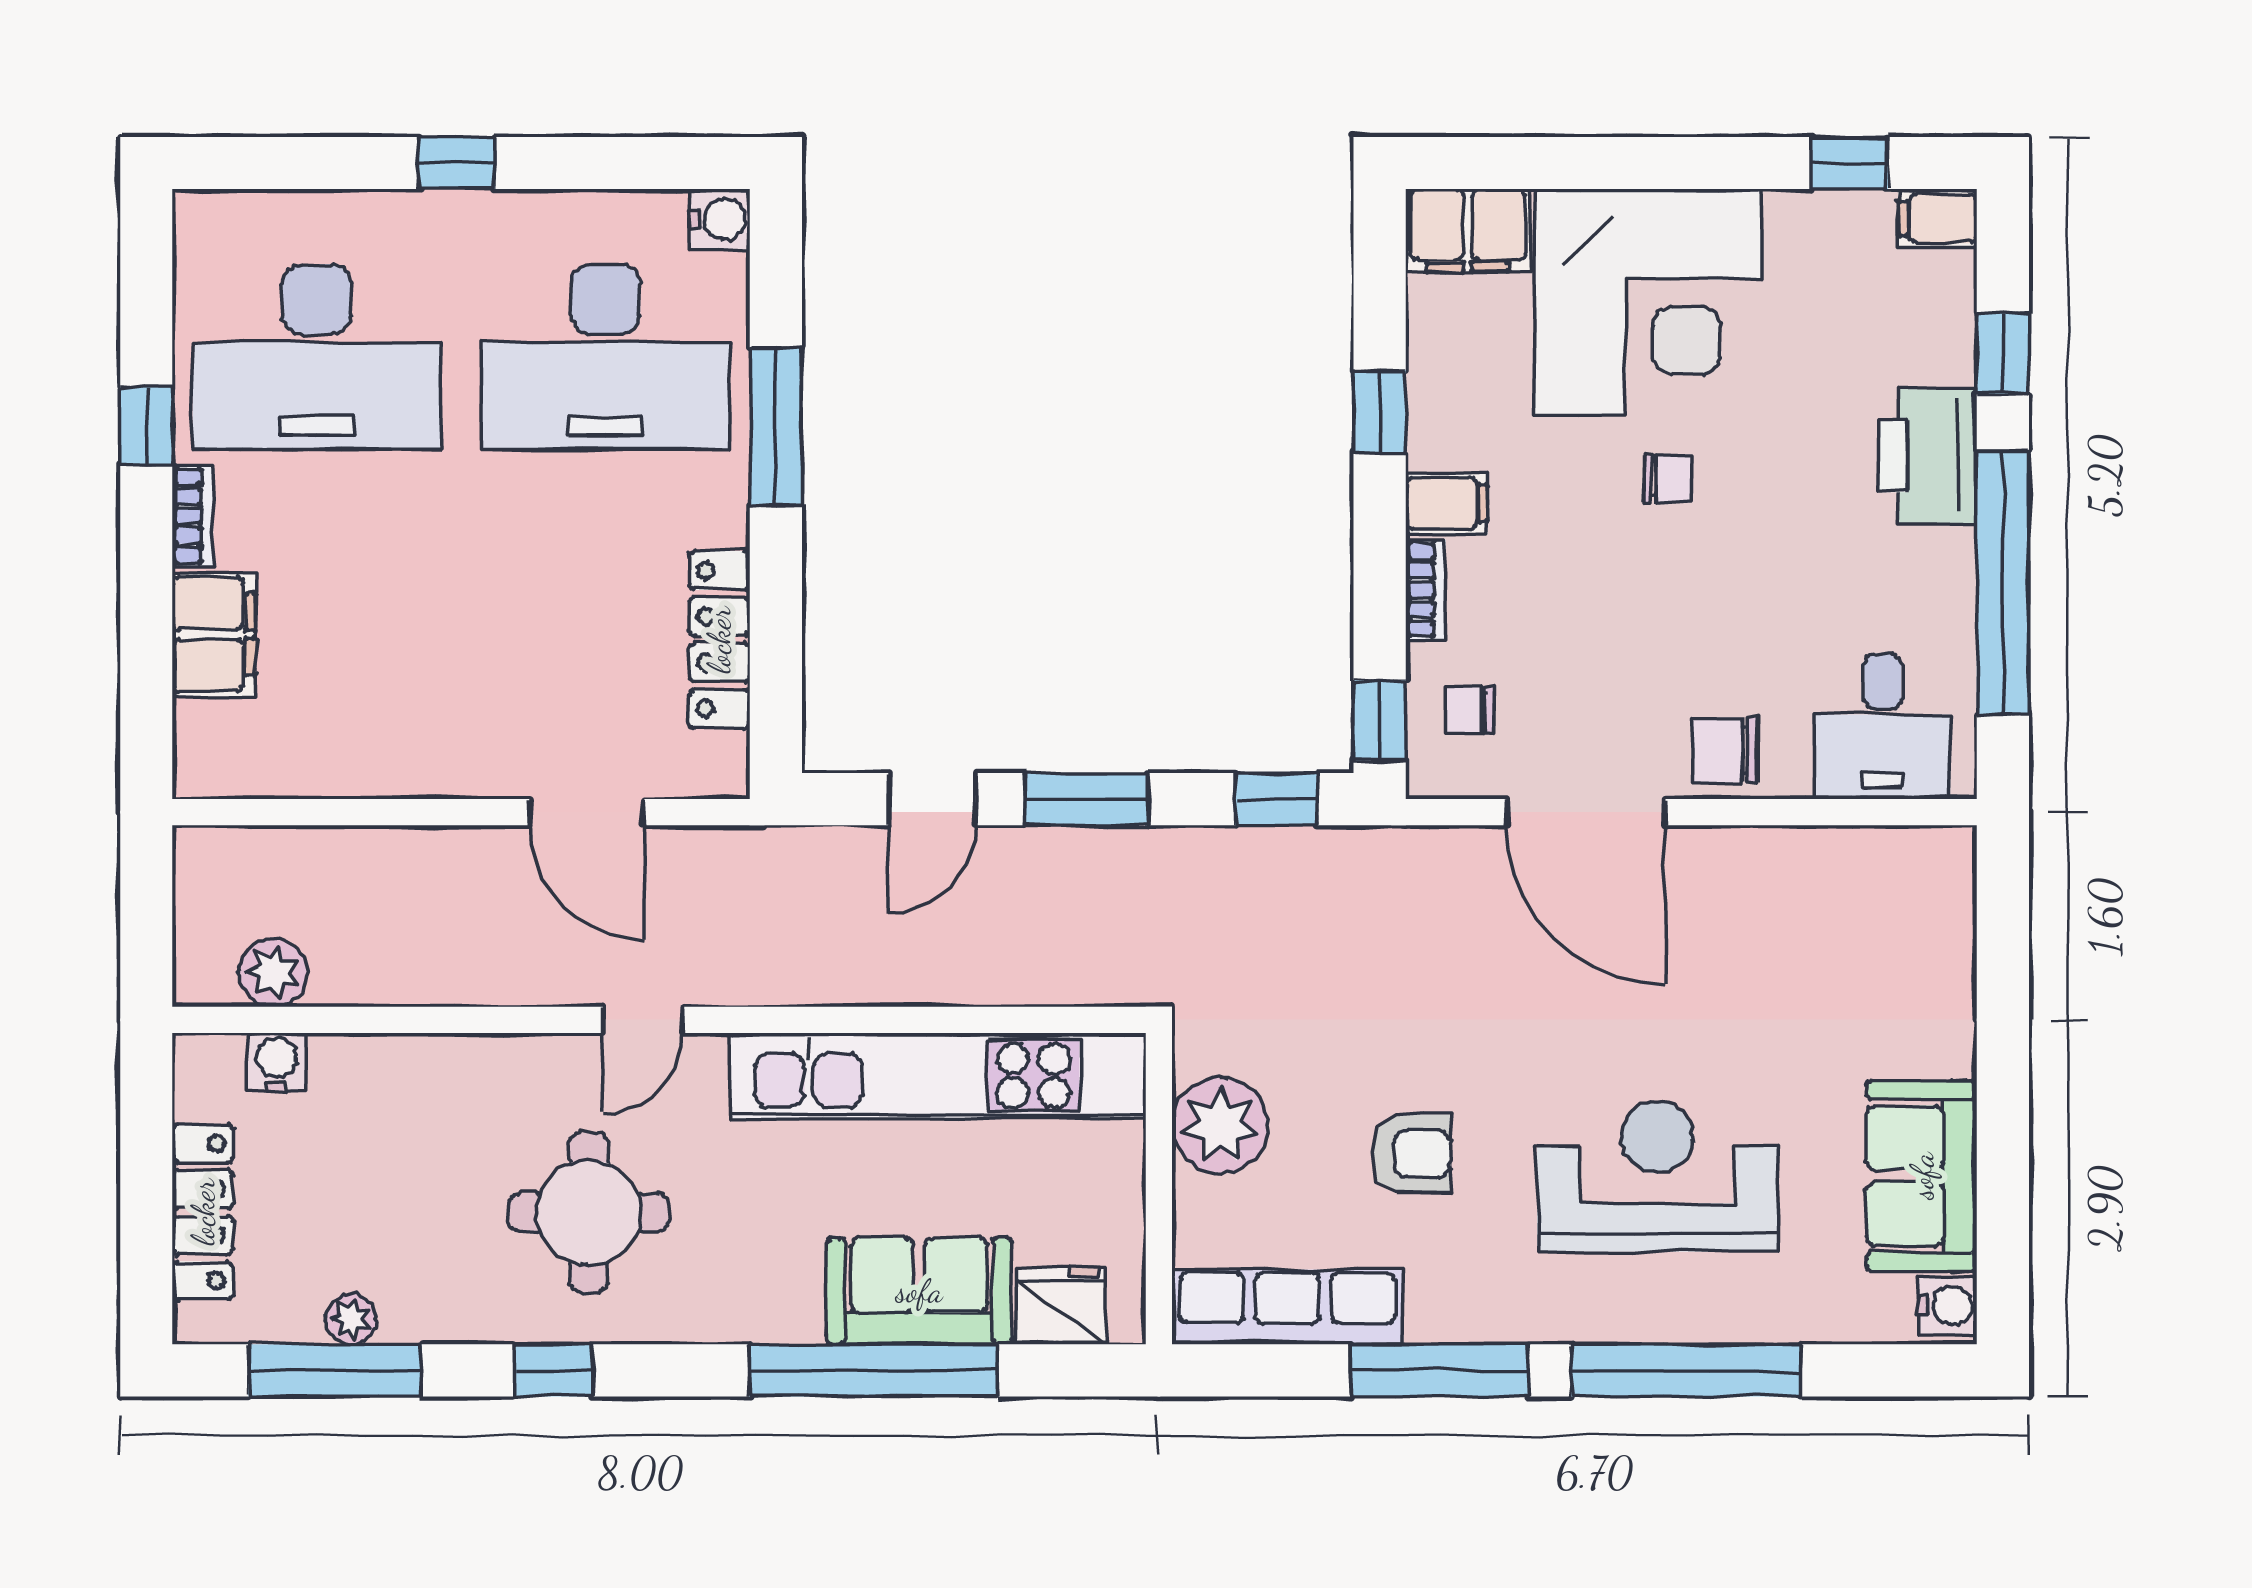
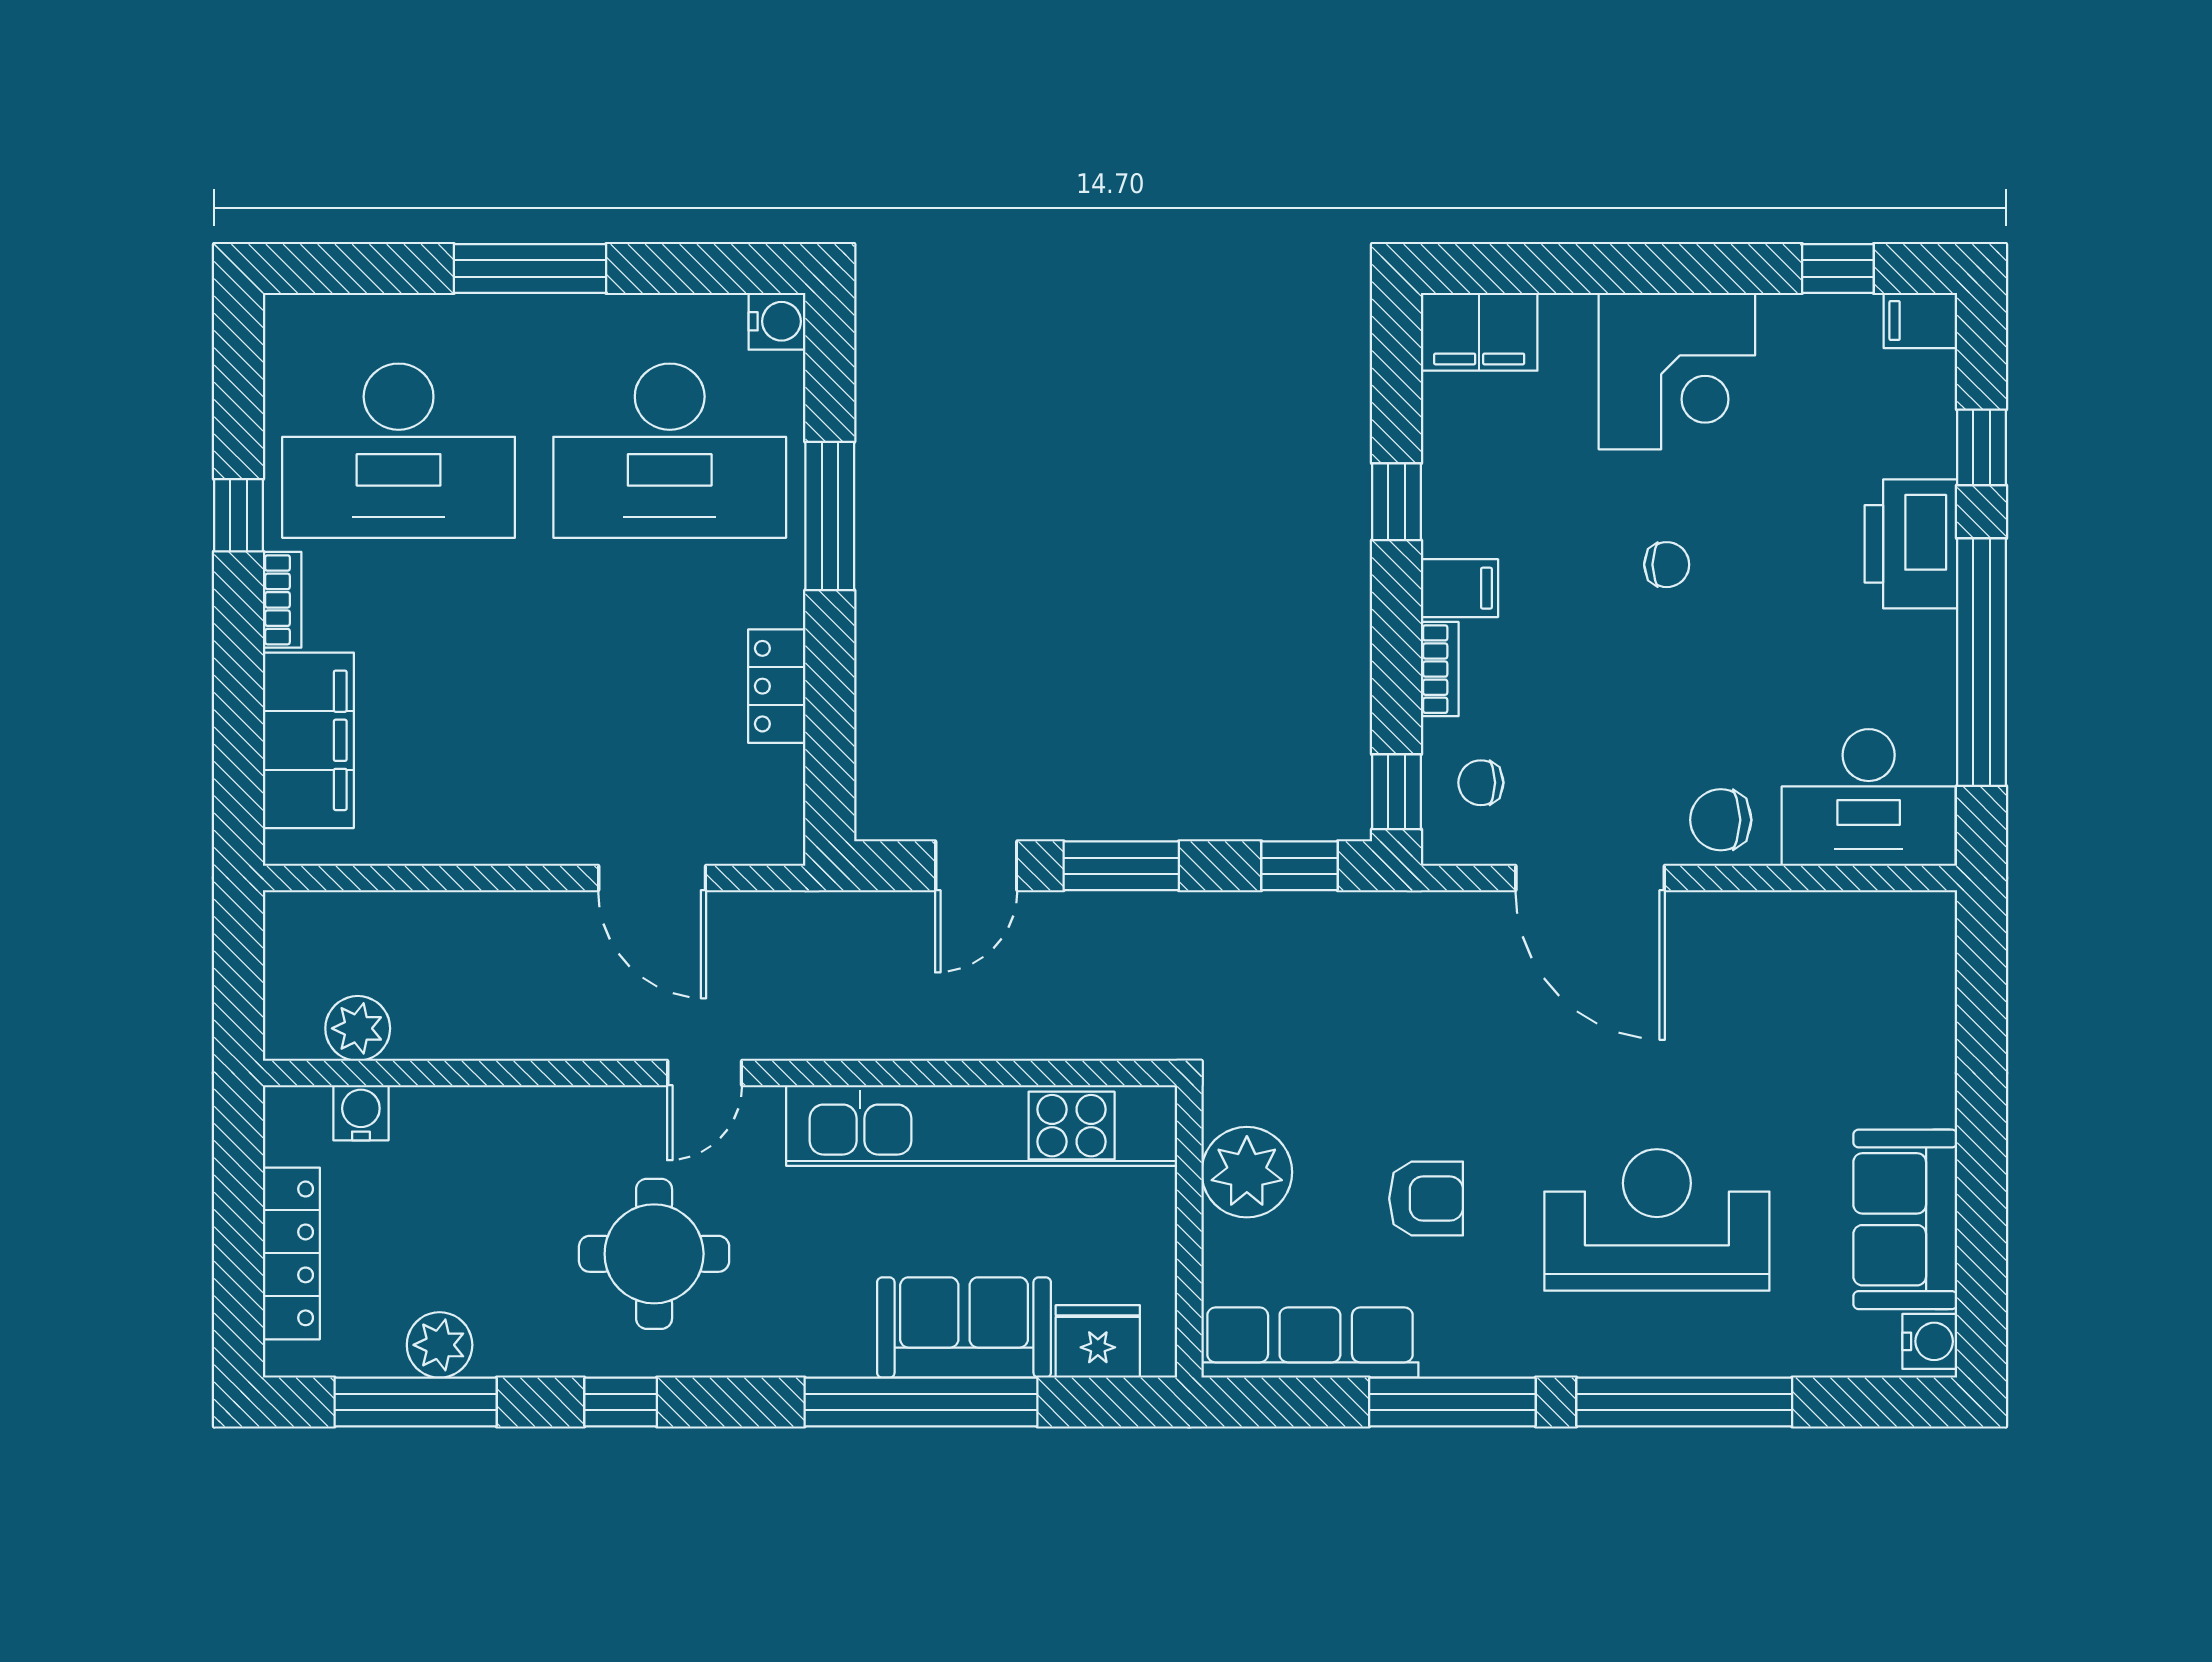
window: (457, 163) -> (530, 269), width x2.17
corner desk: (1648, 302) -> (1677, 371), width x0.74, depth x0.74
filing cabinet: (214, 634) -> (308, 740), width x1.50, depth x1.17
locker: (719, 640) -> (777, 686), width x0.66
desk: (1883, 726) -> (1869, 797), width x1.37
plant: (351, 1319) -> (440, 1345), width x1.38, depth x1.38

